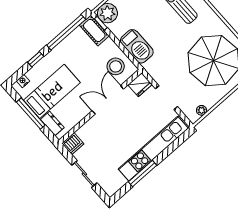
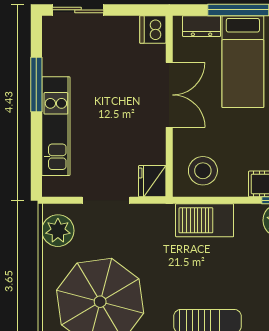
double door: (108, 100) -> (169, 95), moved
plant: (202, 110) -> (58, 231), width x1.88, depth x1.88
kitchen unit: (153, 149) -> (56, 126), width x0.73
sliding door: (84, 174) -> (78, 10), moved

